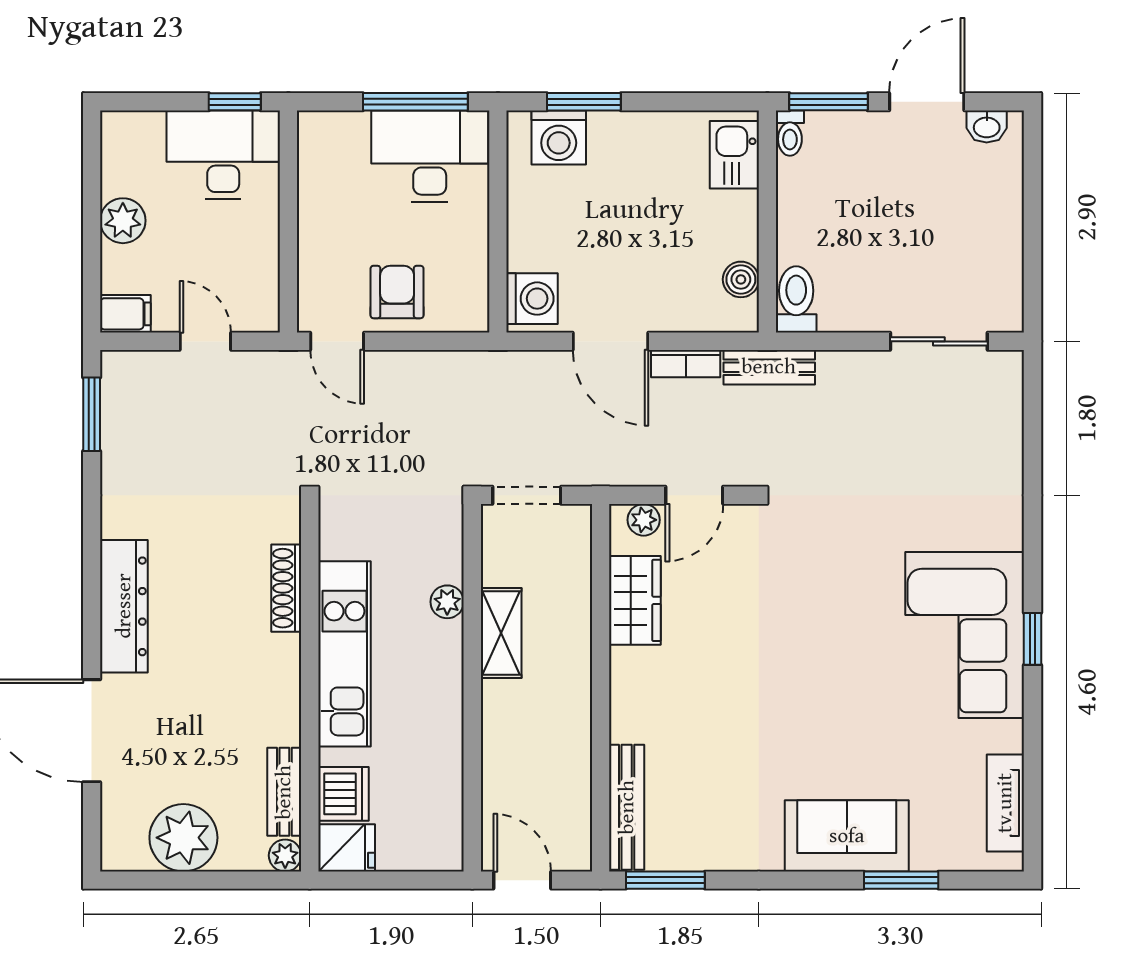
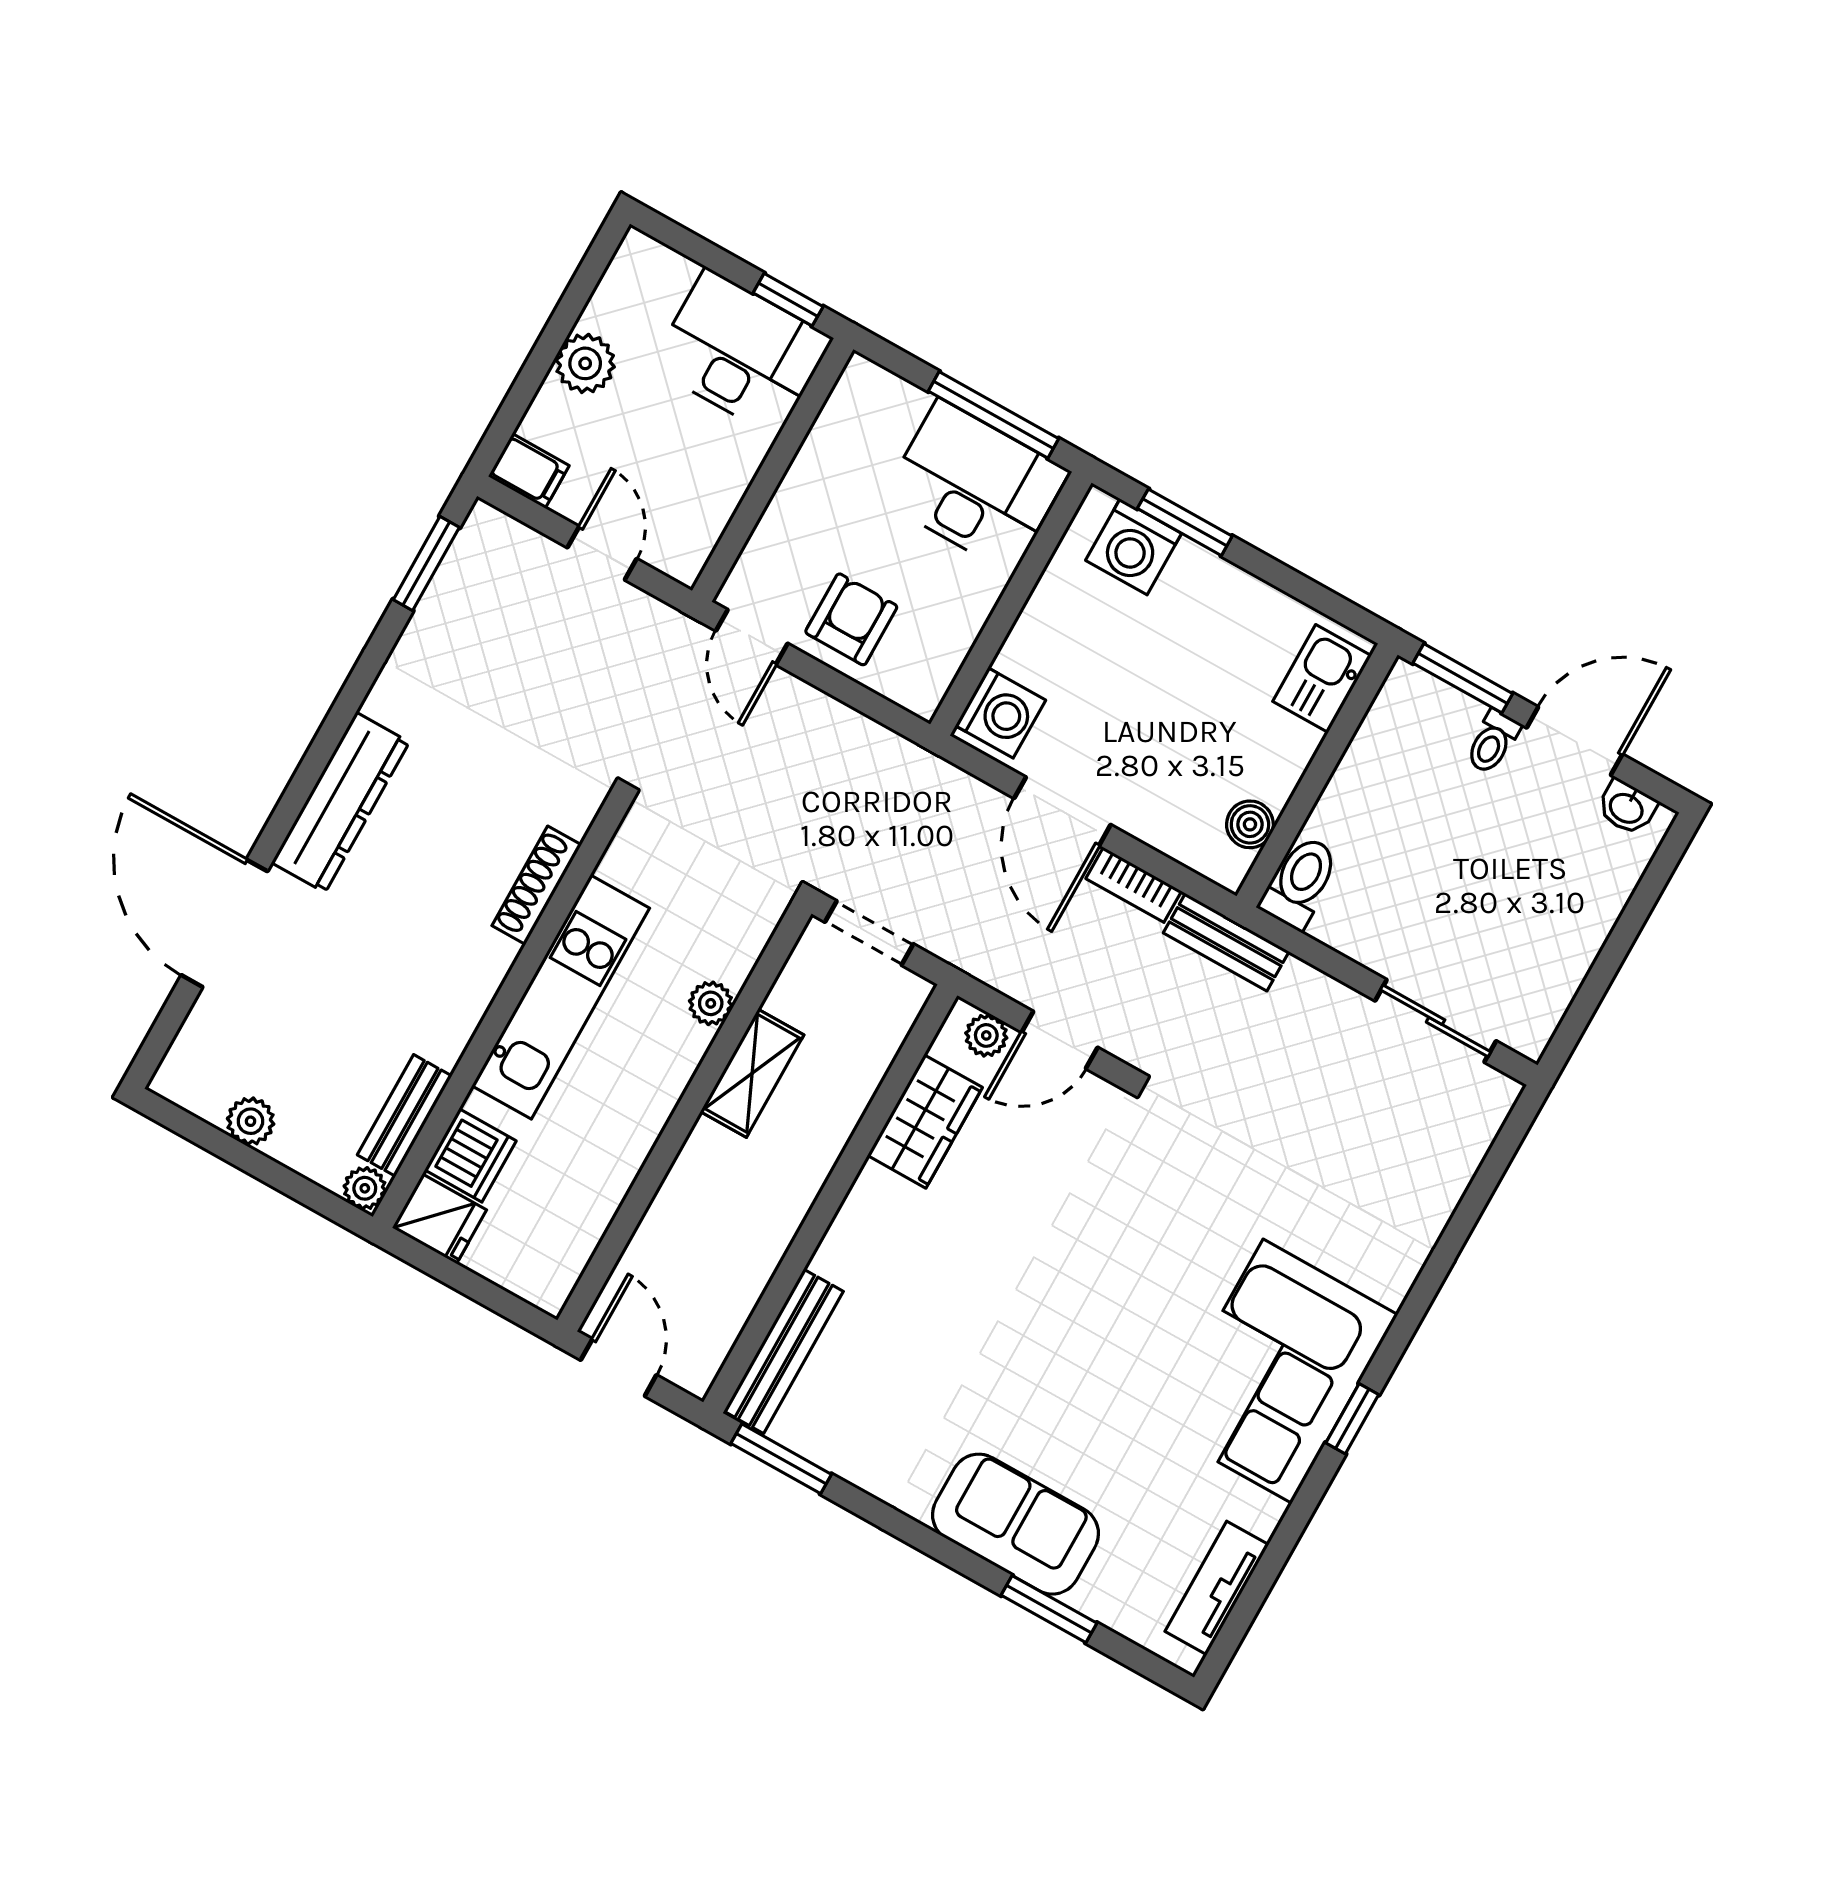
toilet: (790, 133) -> (1493, 742), moved
plant: (183, 838) -> (251, 1121), width x0.53, depth x0.53

